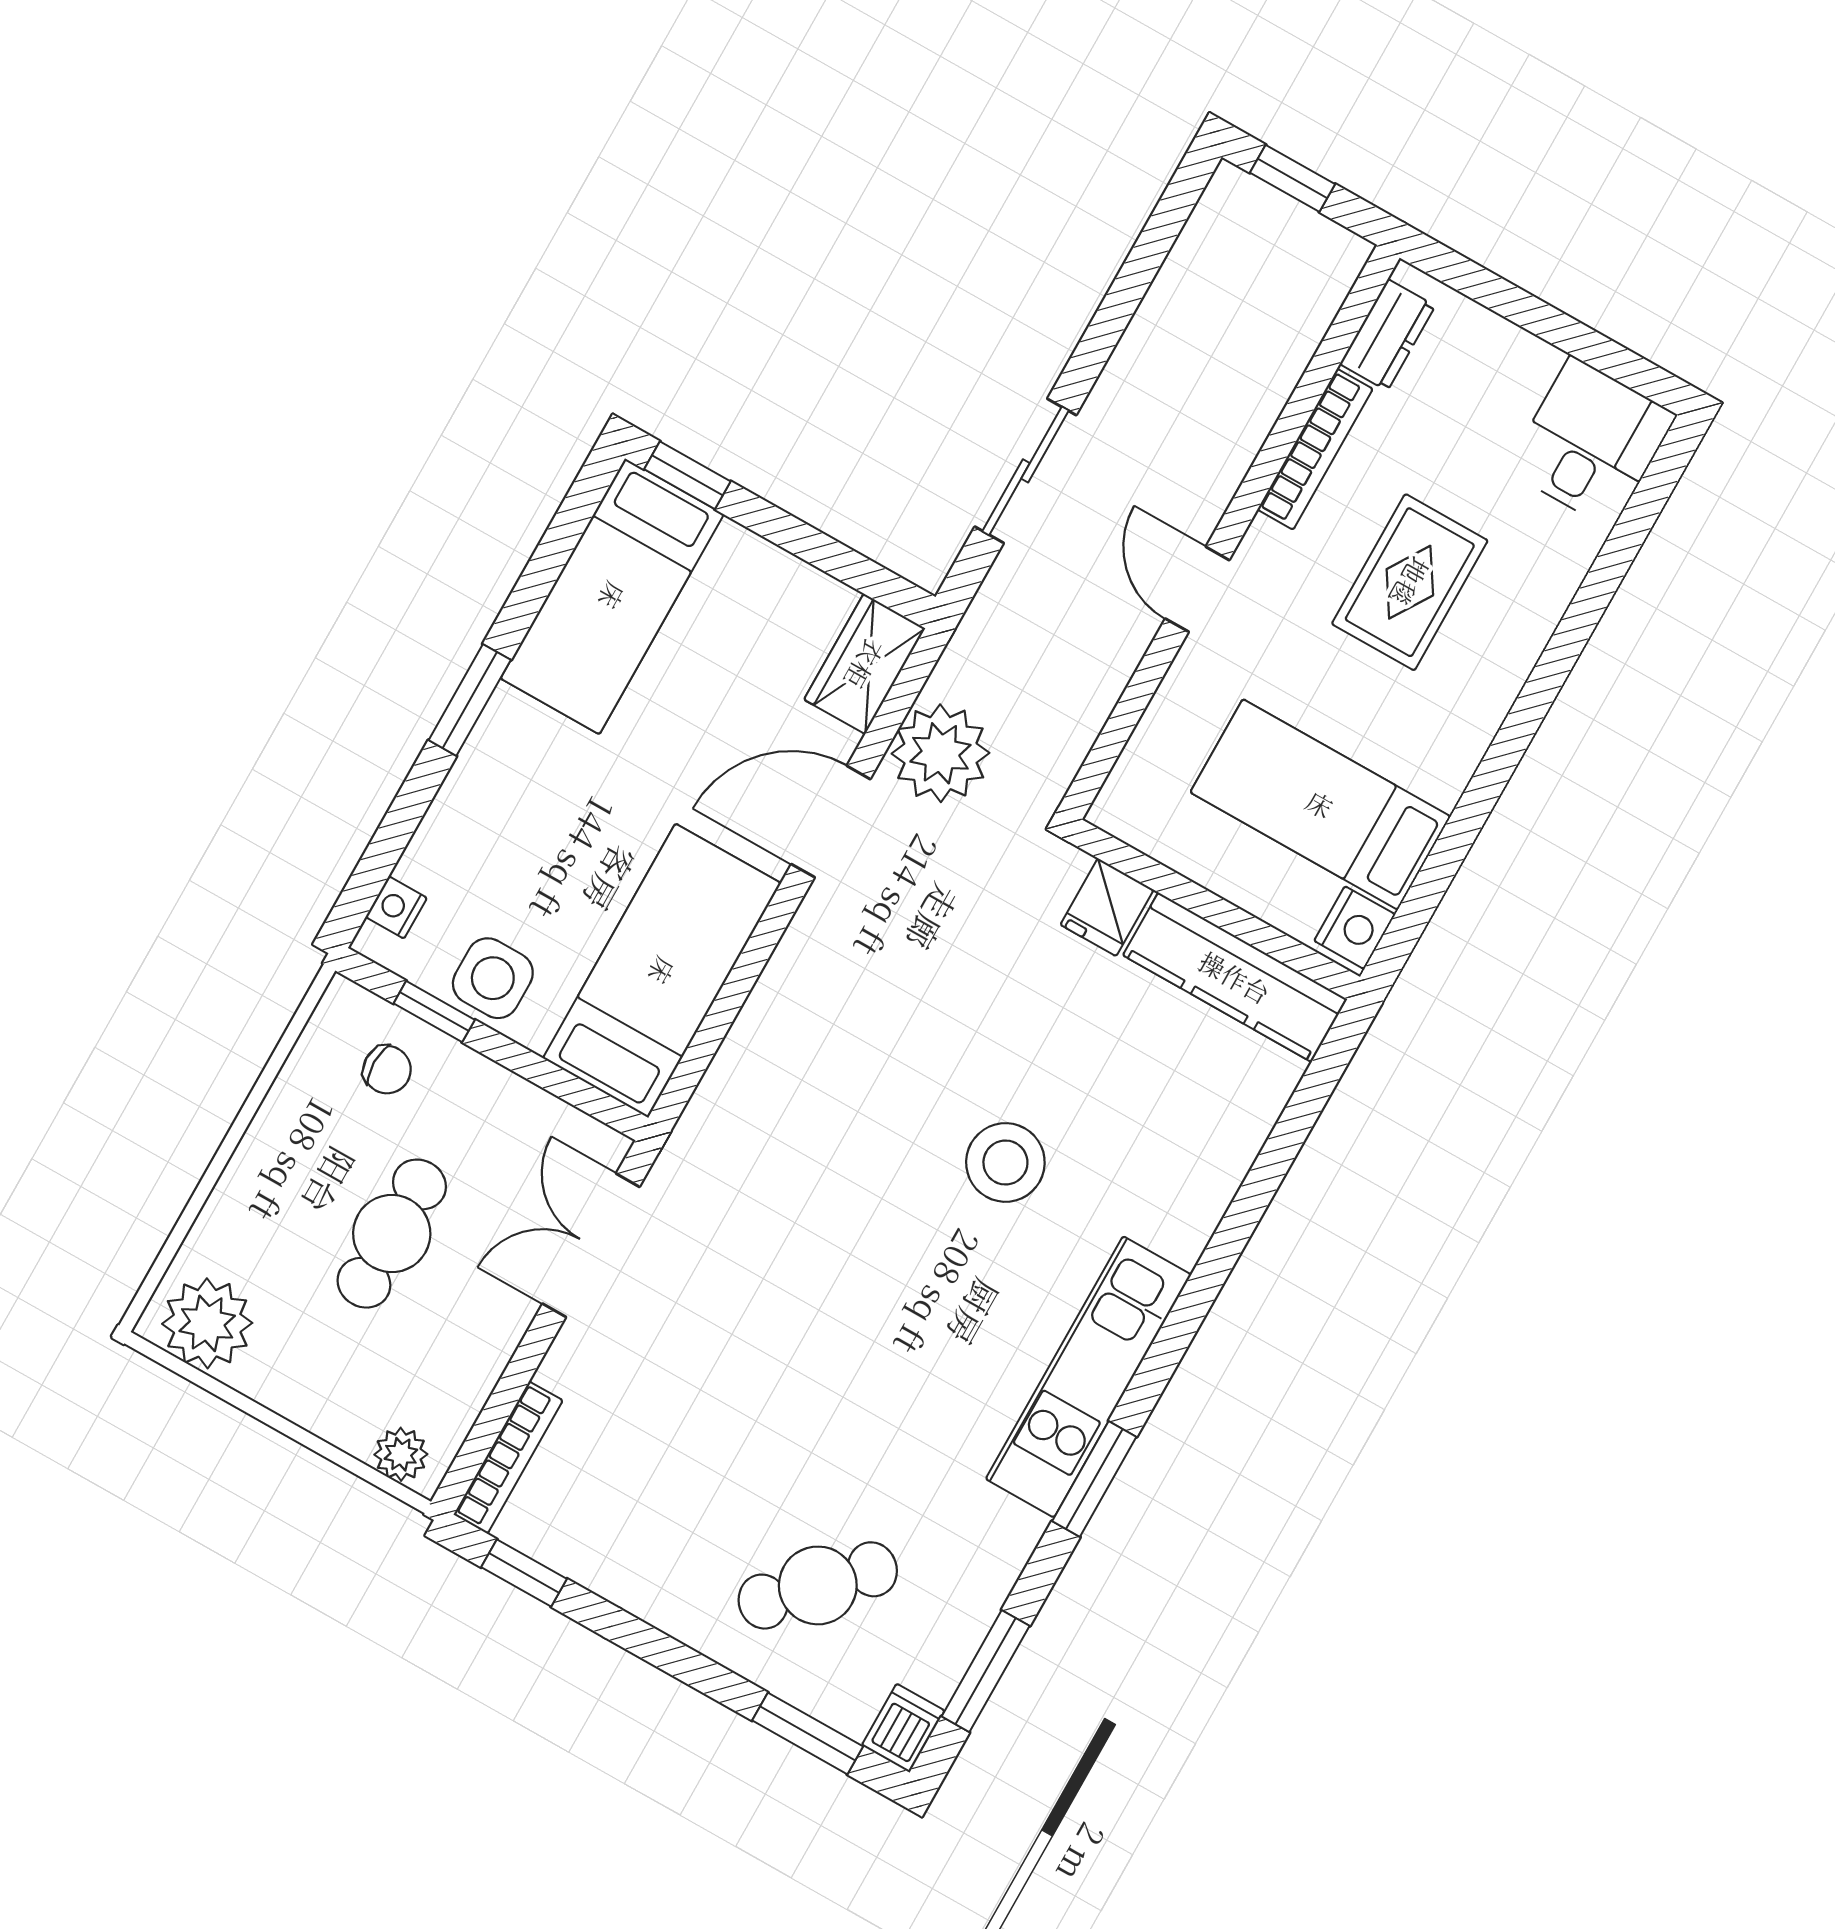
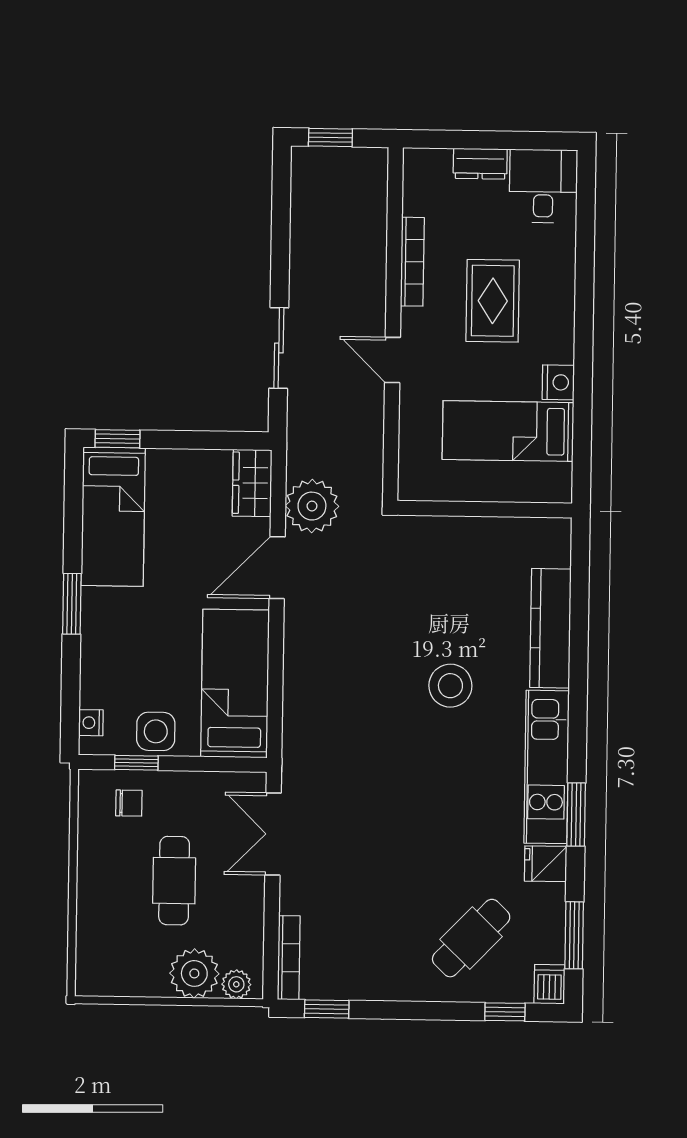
dresser: (1388, 335) -> (480, 164), moved, turned 90
fridge: (1107, 907) -> (546, 864), moved, turned 90
nightstand: (1355, 928) -> (558, 382), moved
kitchen counter: (1235, 977) -> (550, 628), moved, turned 90
plant: (207, 1323) -> (194, 973), moved
window: (808, 1733) -> (505, 1012), width x0.67

